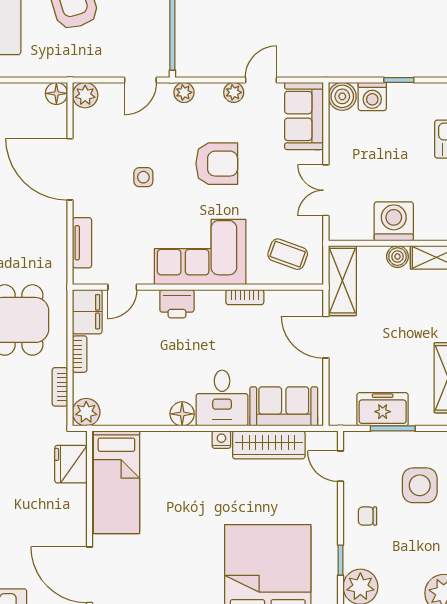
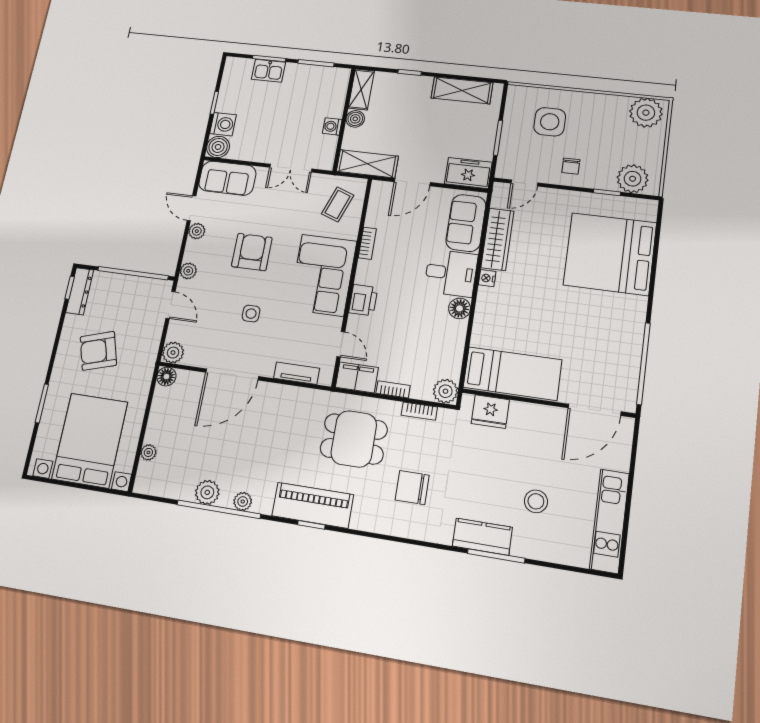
washing machine: (394, 221) -> (332, 126), width x0.53, depth x0.53
freezer: (383, 409) -> (468, 173), moved, turned 90

